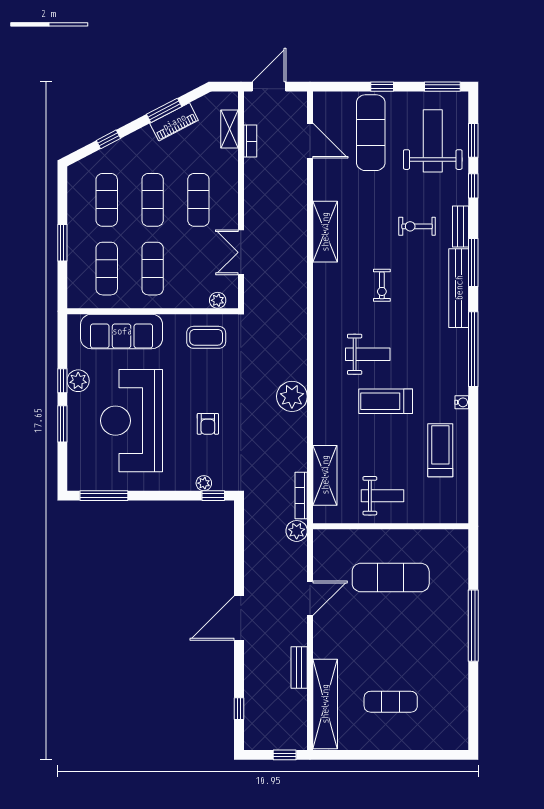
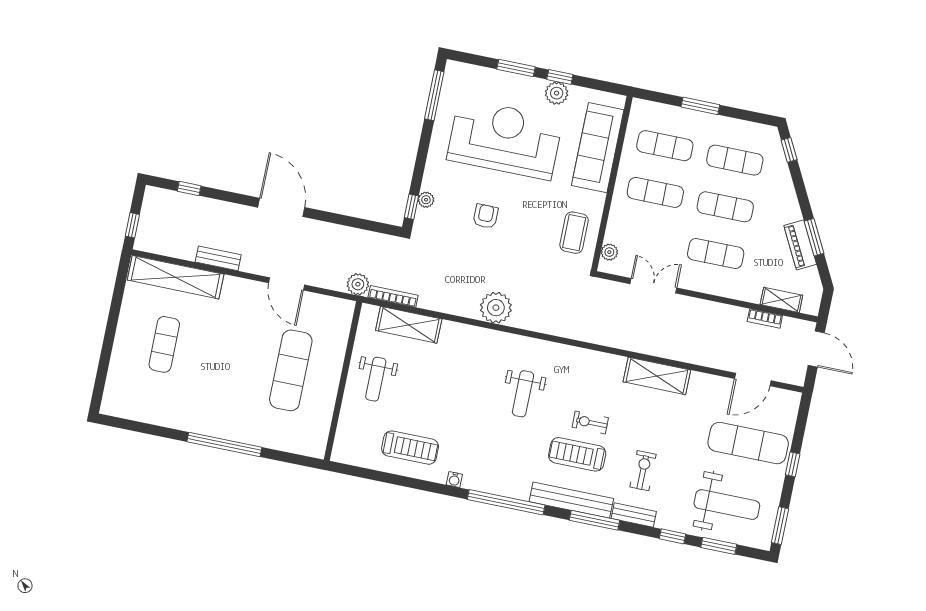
window: (108, 139) -> (789, 150), moved
treadmill: (386, 401) -> (577, 454), moved, turned -90
armchair: (208, 424) -> (486, 216), turned 90

